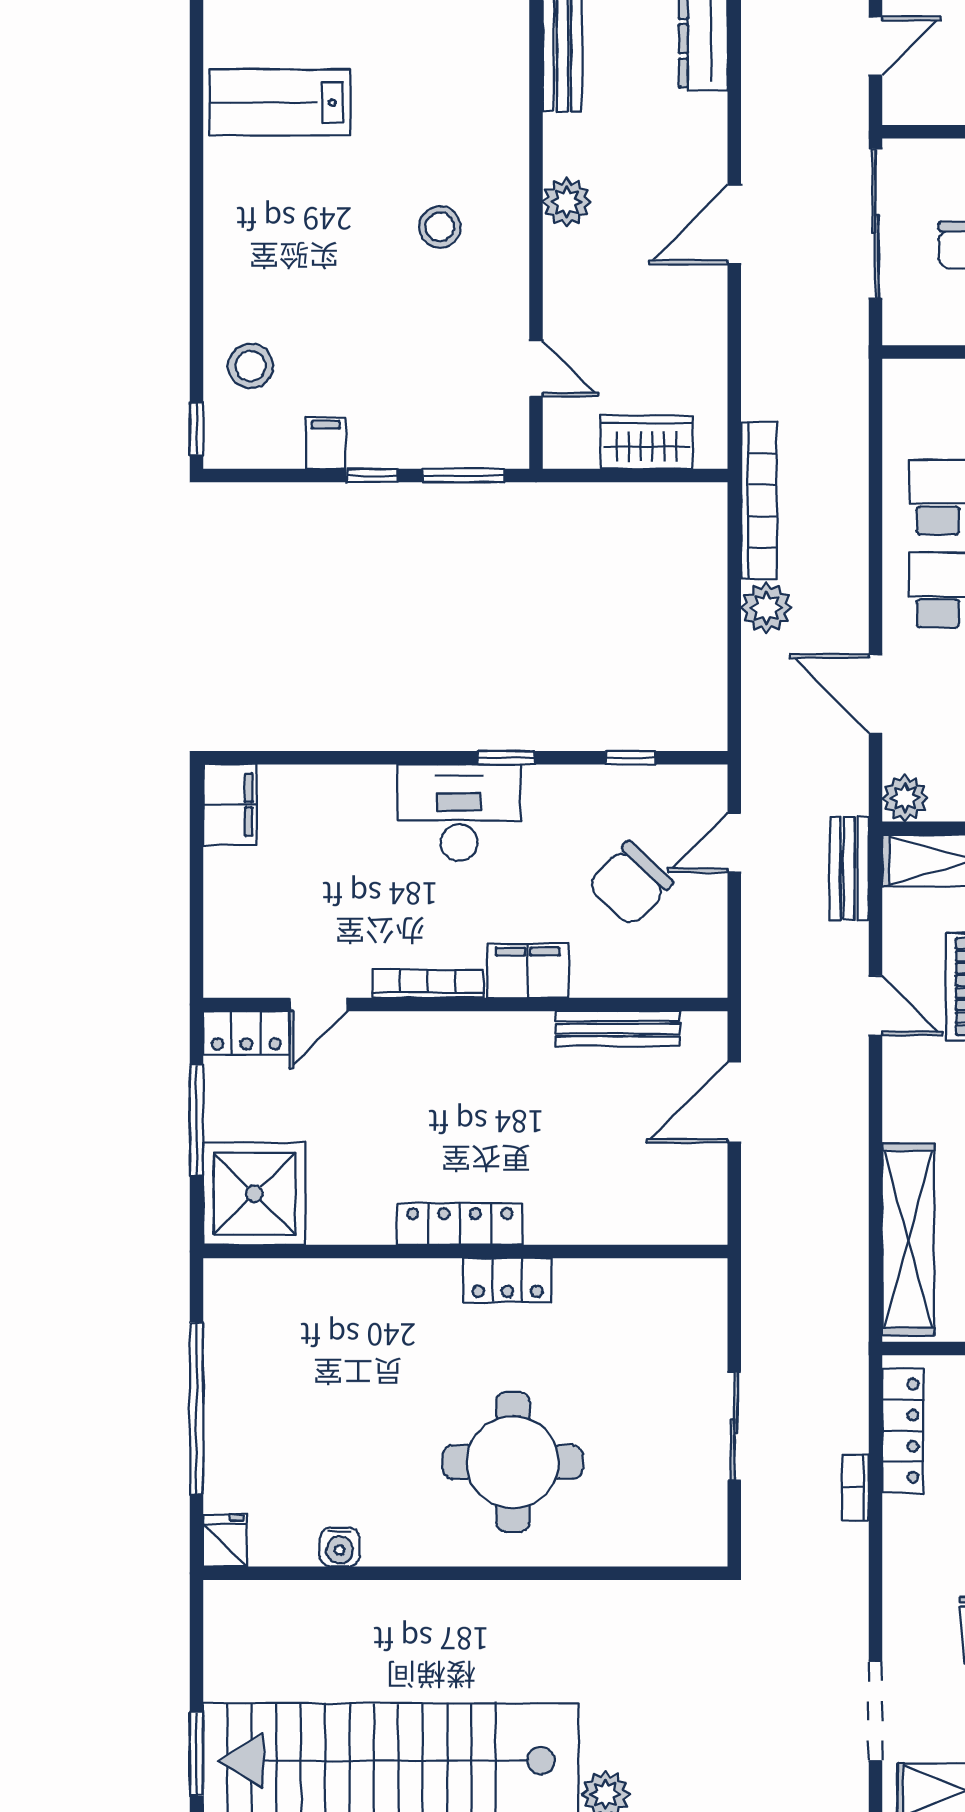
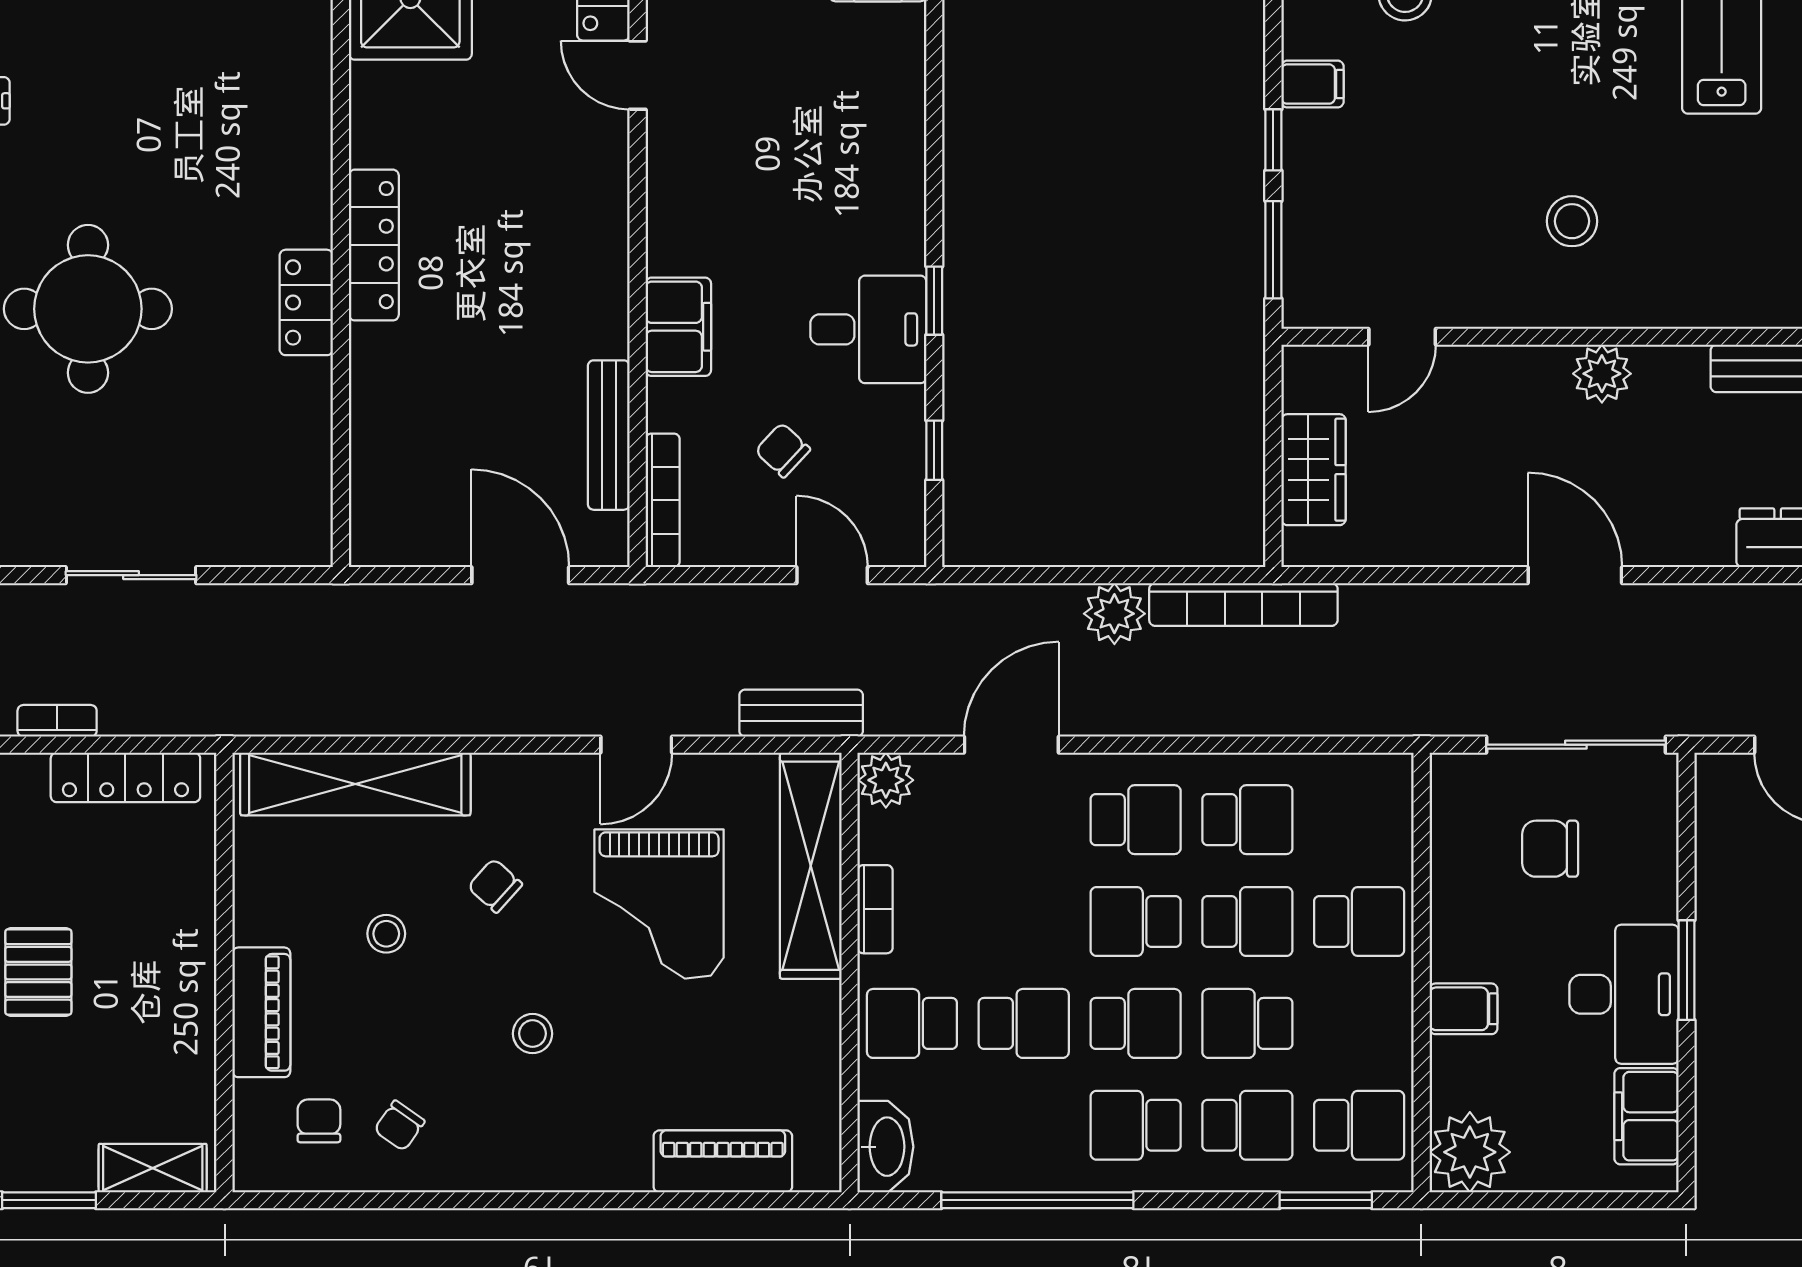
desk: (459, 813) -> (868, 329), moved, width x0.73
chair: (630, 884) -> (783, 450), width x0.54, depth x0.54
bookcase: (428, 984) -> (663, 500), moved

